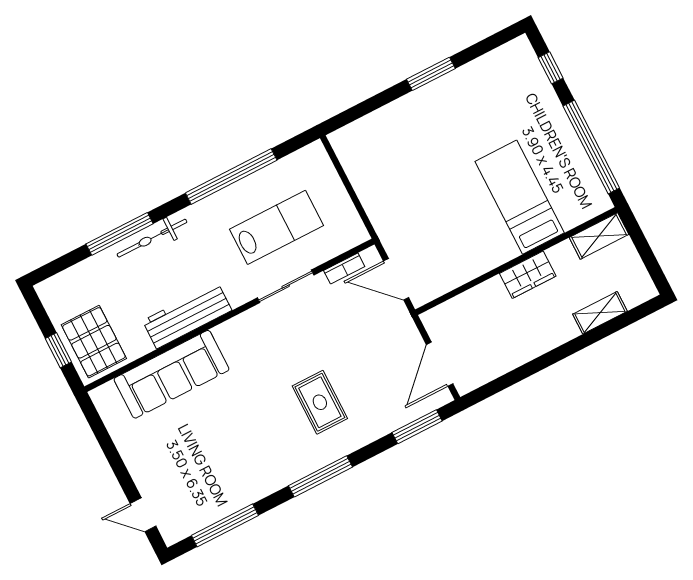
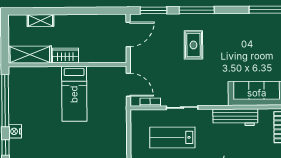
nightstand: (548, 103) -> (15, 131), added
bed: (520, 197) -> (74, 94), moved
shelving: (599, 236) -> (30, 55), width x1.50, depth x1.33
window: (320, 476) -> (197, 10), moved

